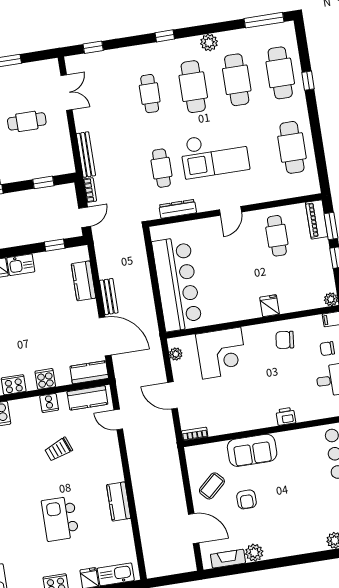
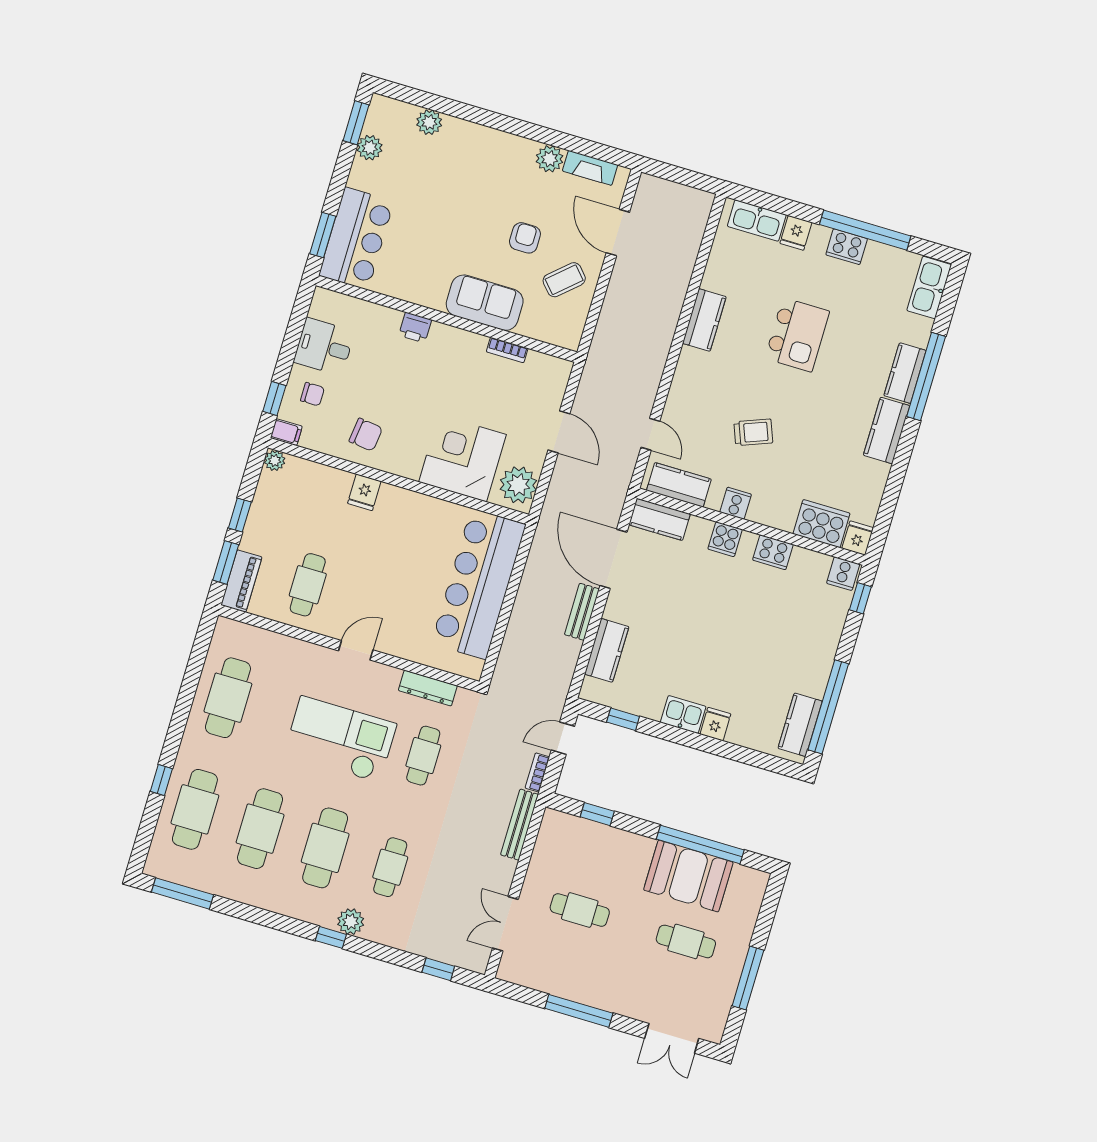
plant: (209, 43) -> (351, 922), moved
plant: (176, 354) -> (518, 485), width x1.87, depth x1.87
bookcase: (195, 434) -> (507, 350), moved

